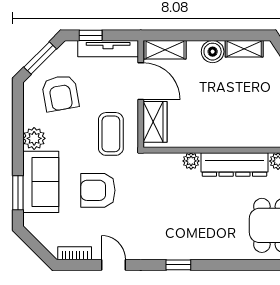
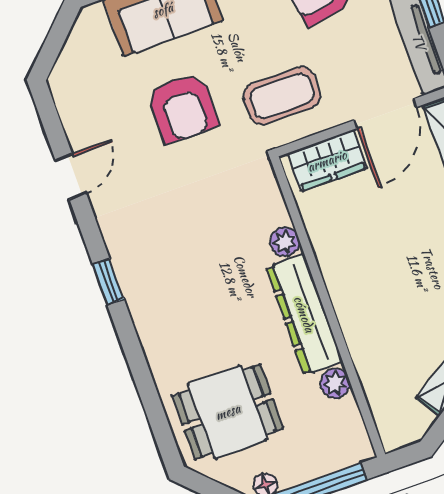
armchair: (98, 190) -> (183, 108), turned 180
bookcase: (75, 253) -> (67, 106), removed

